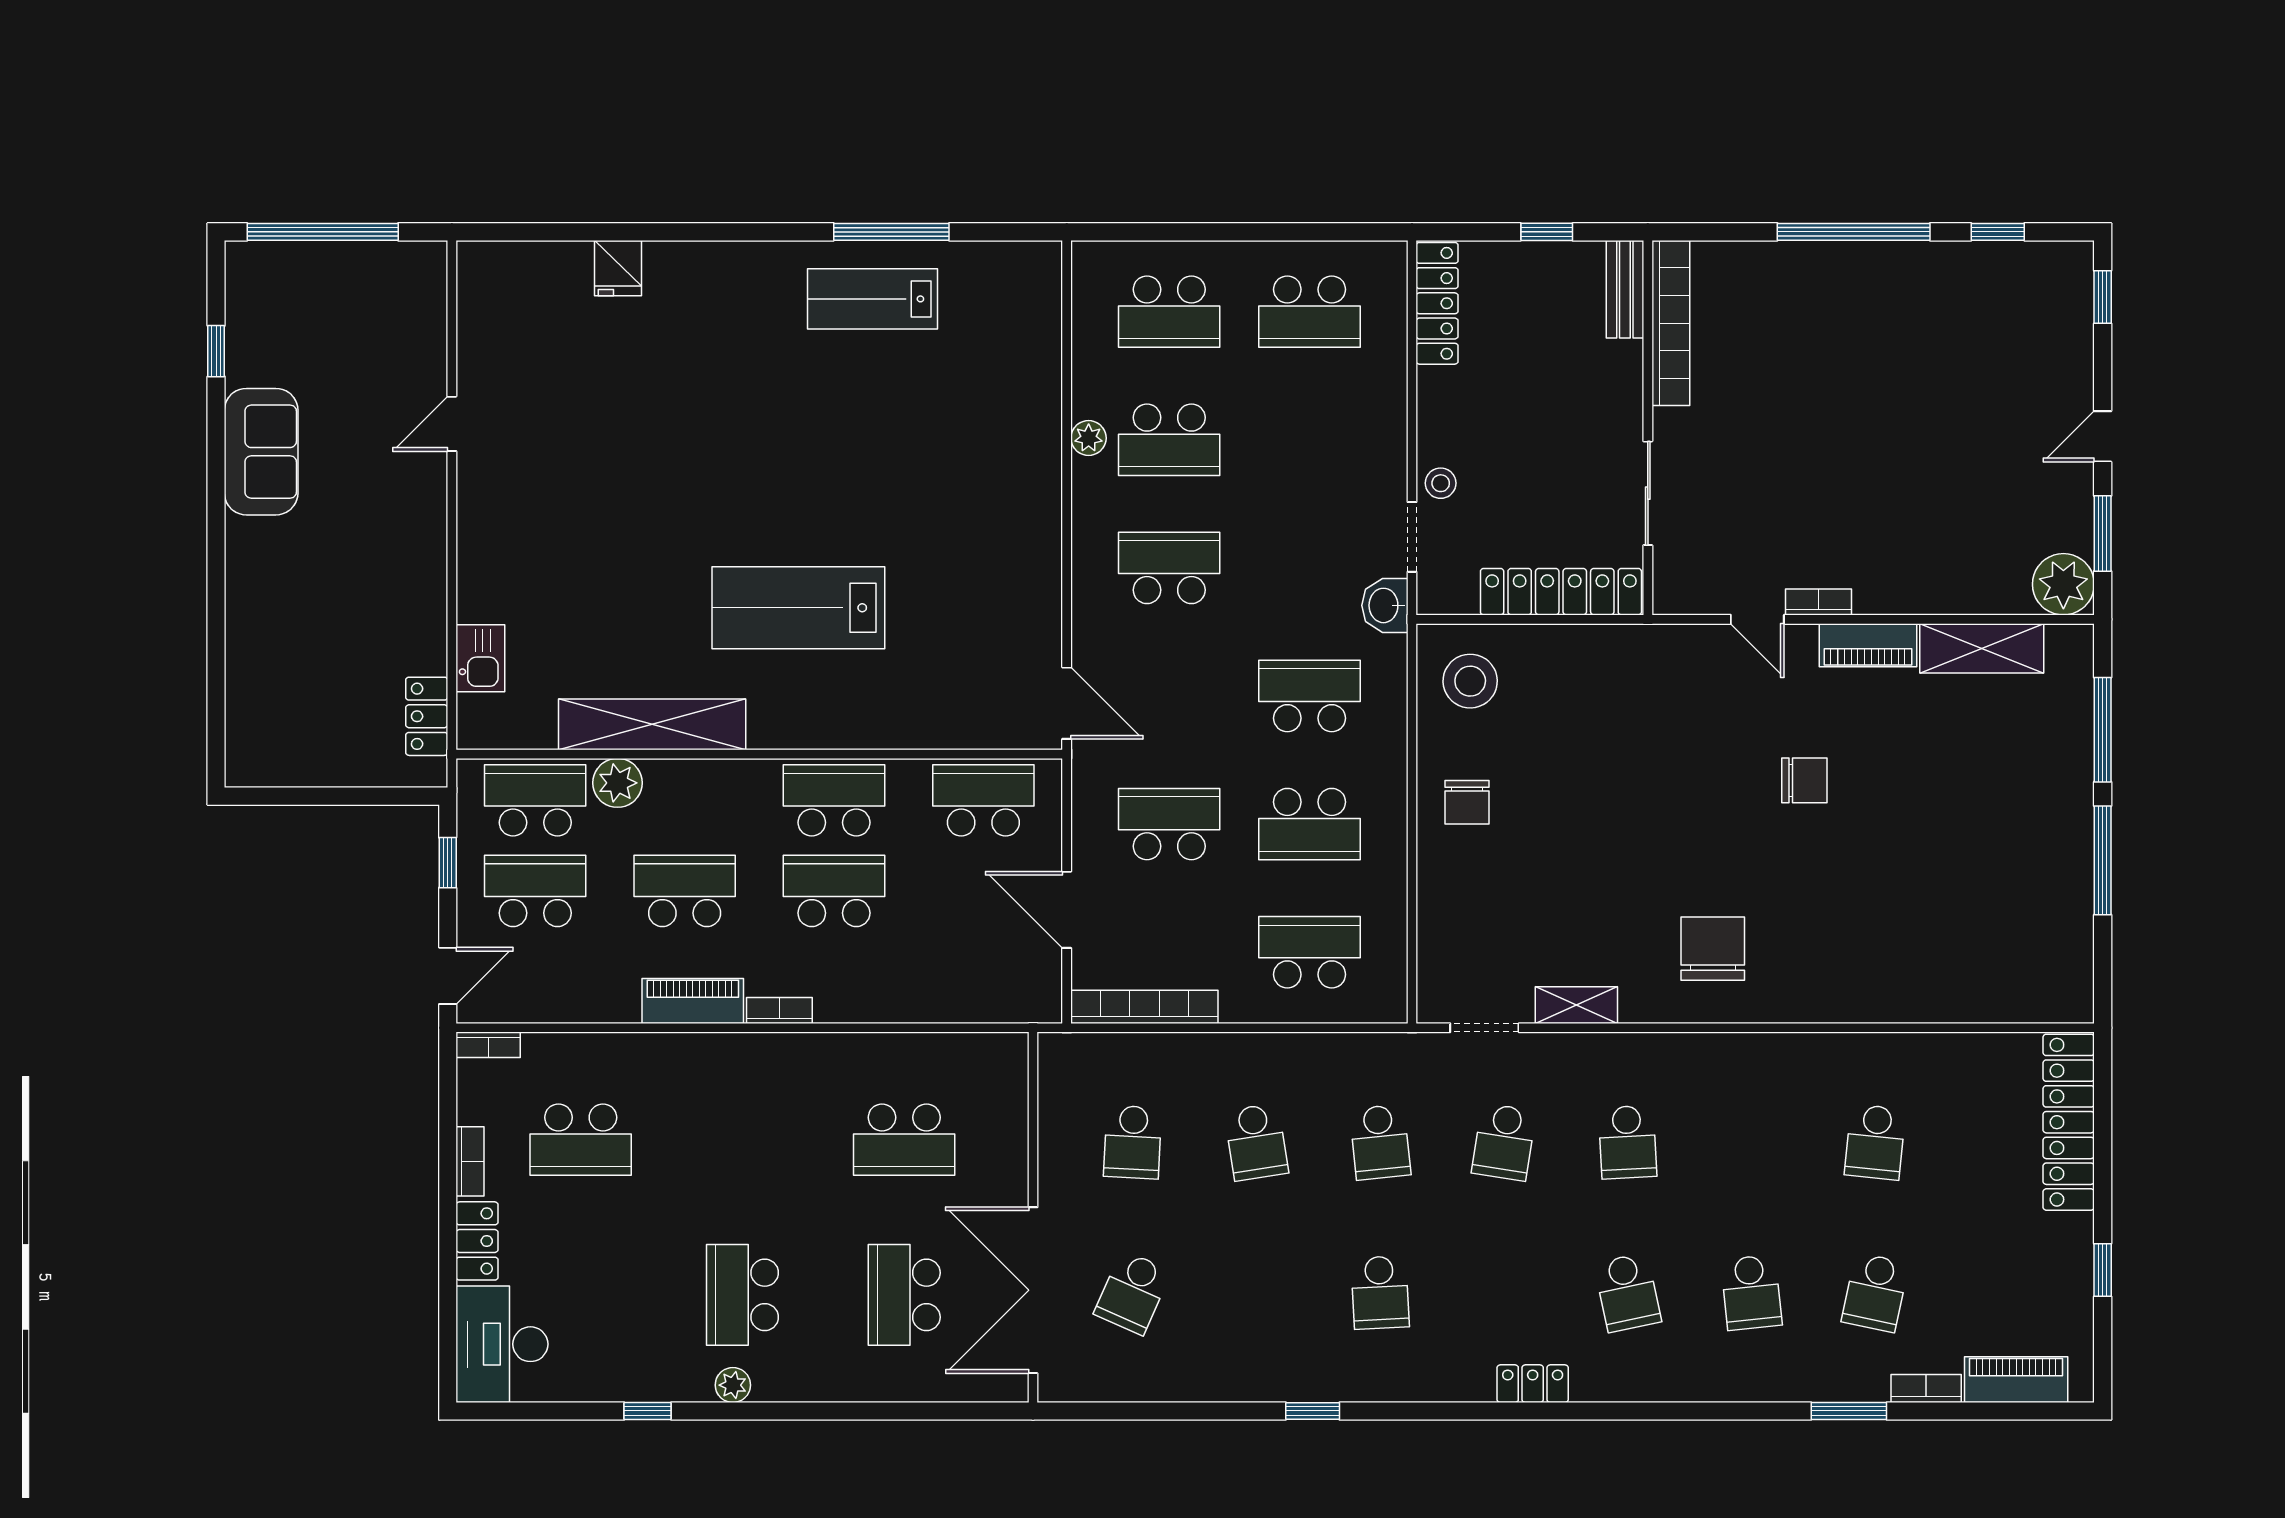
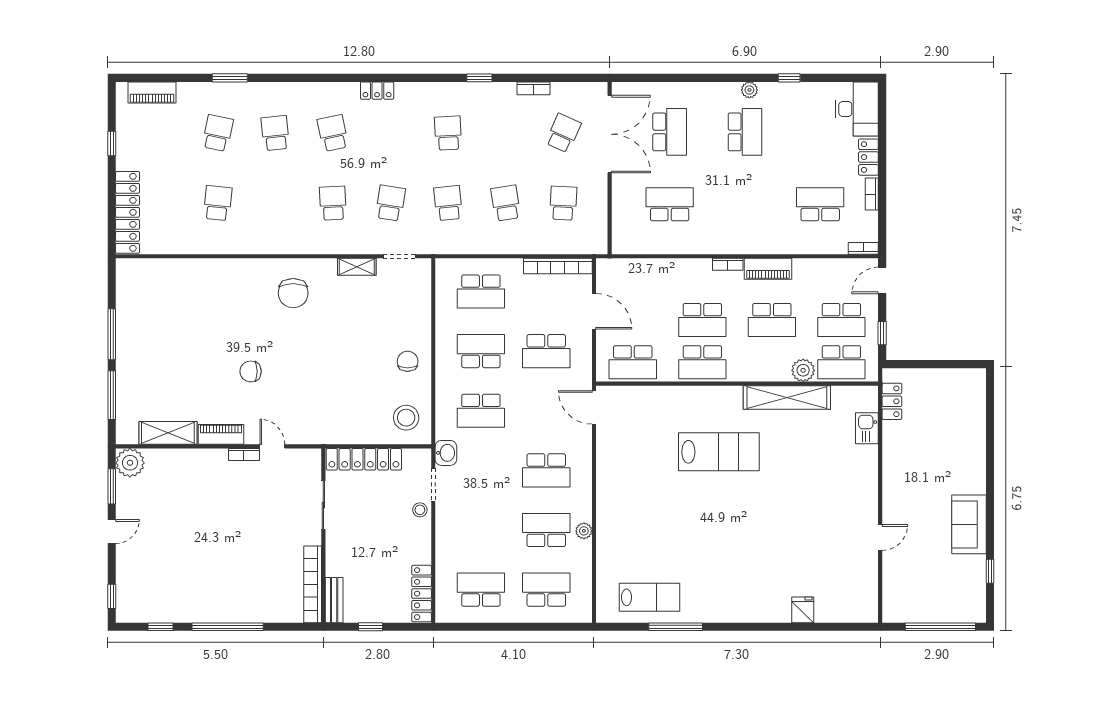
lab bench: (872, 299) -> (649, 597), moved
bookcase: (1926, 1389) -> (533, 88), moved

